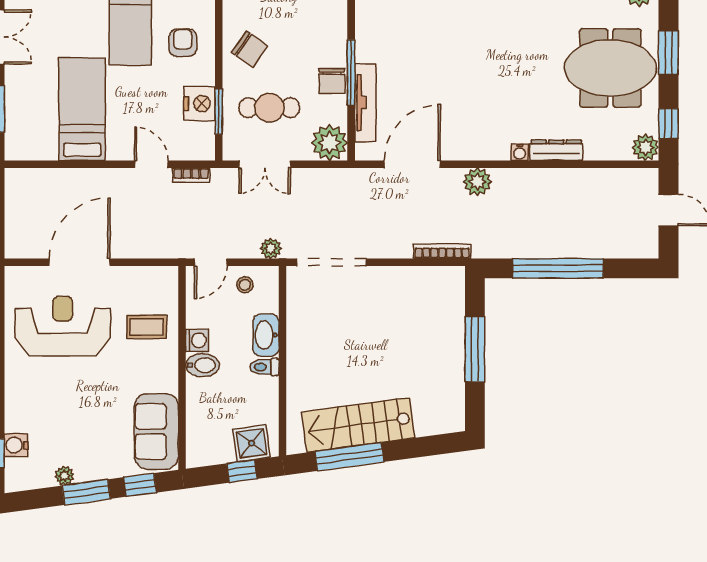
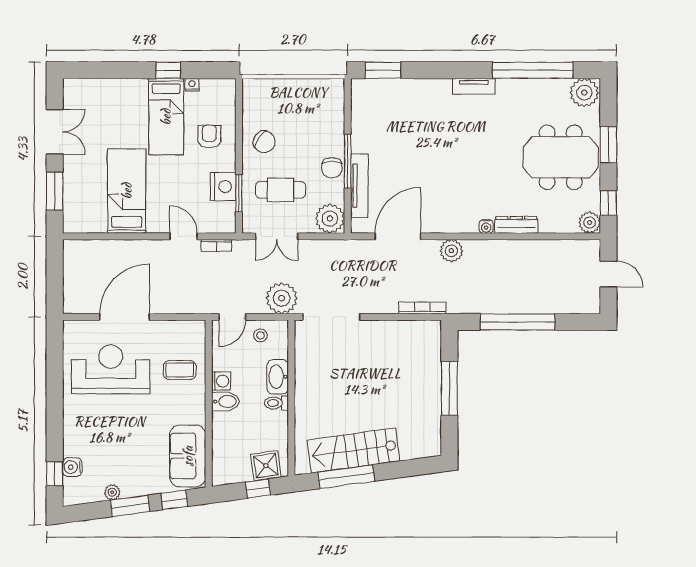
plant: (271, 248) -> (282, 298), width x1.88, depth x1.88

